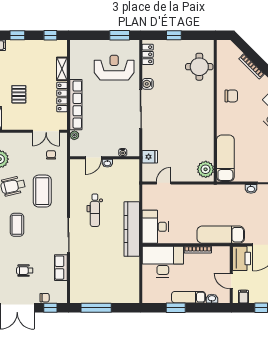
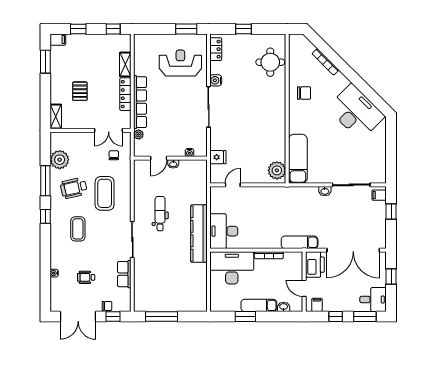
dental chair: (95, 210) -> (160, 214), turned 180
exam couch: (221, 235) -> (300, 242), width x0.73, depth x0.69

